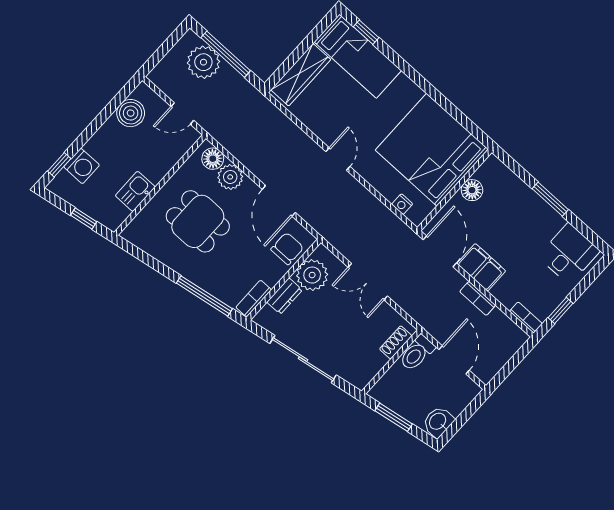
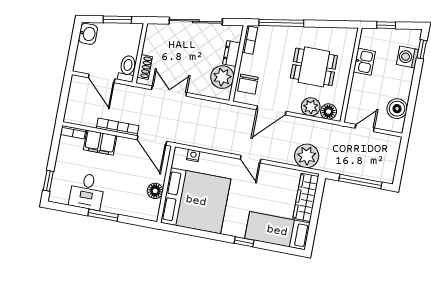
window: (366, 32) -> (244, 242), moved
plant: (203, 62) -> (307, 156), moved
door: (279, 201) -> (271, 110), swing flipped
desk: (569, 254) -> (87, 191), moved
filing cabinet: (481, 267) -> (100, 143), moved
double door: (368, 282) -> (169, 91), moved
bookcase: (478, 298) -> (118, 127), width x1.56
window: (561, 311) -> (48, 181), moved

